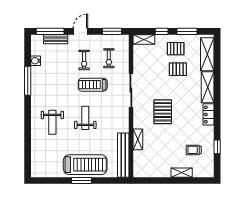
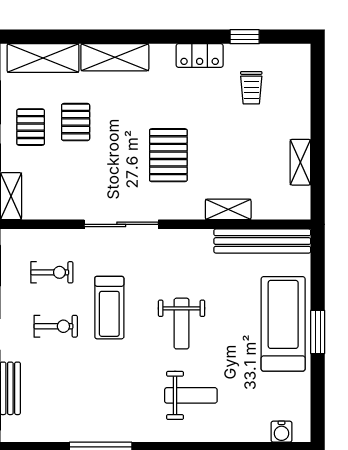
water cooler: (36, 61) -> (281, 432), moved
pallet: (163, 112) -> (168, 155), turned 90
locker: (209, 114) -> (200, 55), moved
weight bench: (85, 118) -> (182, 324), turned -90
shelving: (182, 173) -> (300, 162), moved

